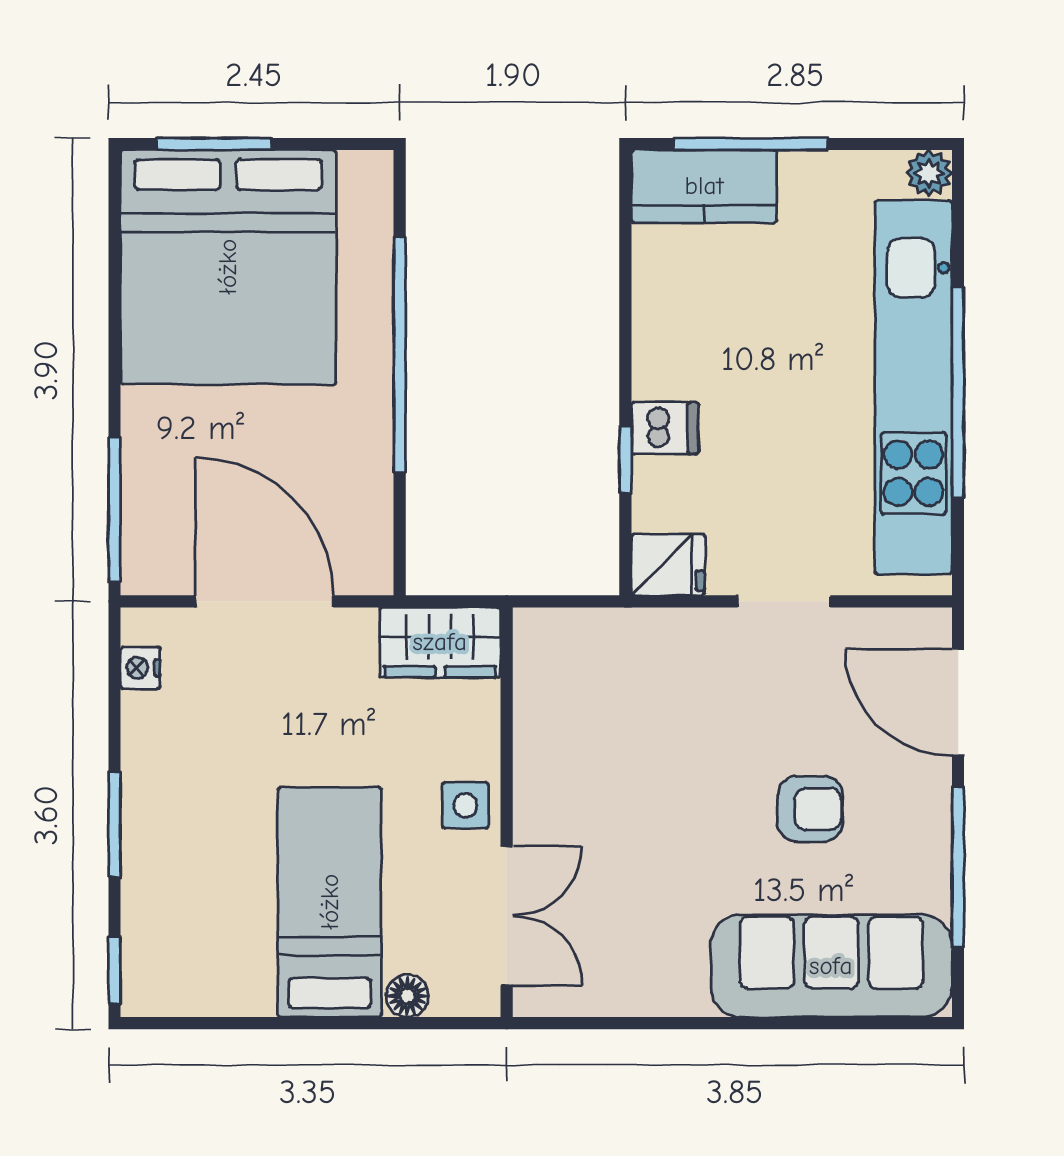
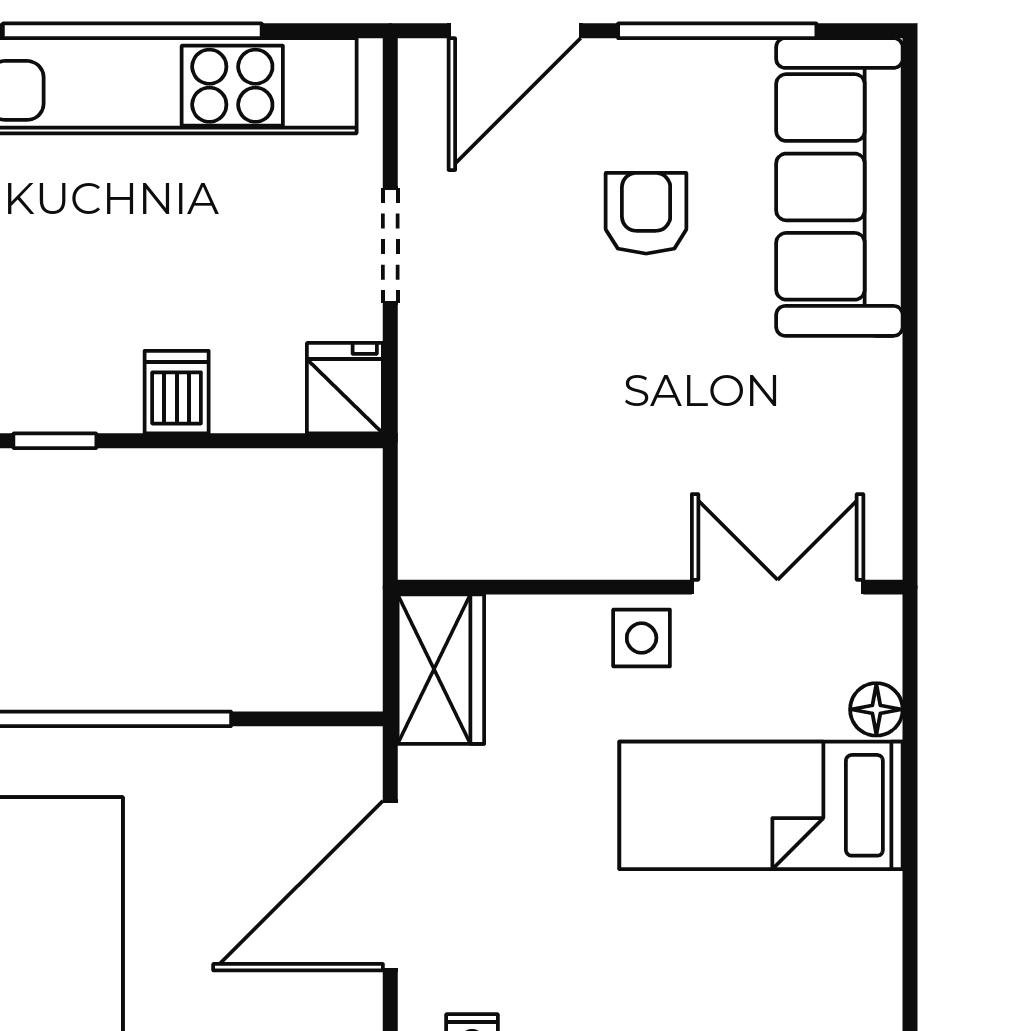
window: (625, 459) -> (55, 441), moved

